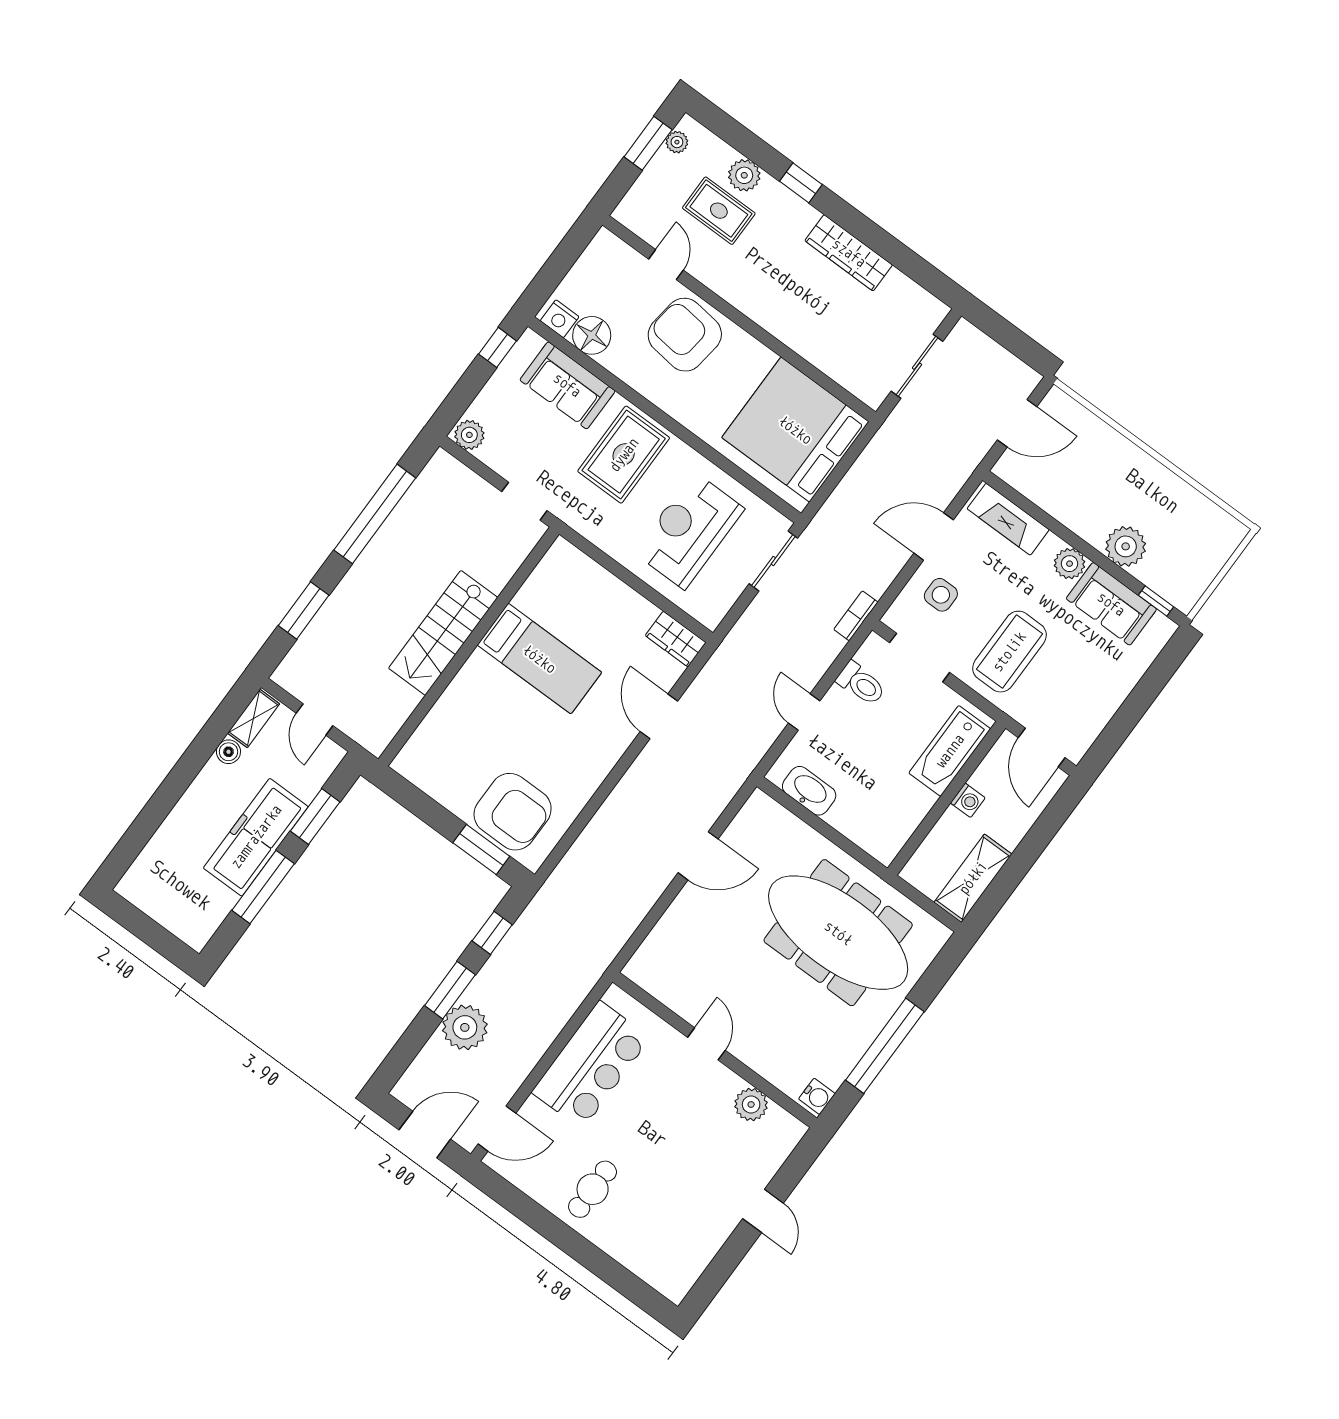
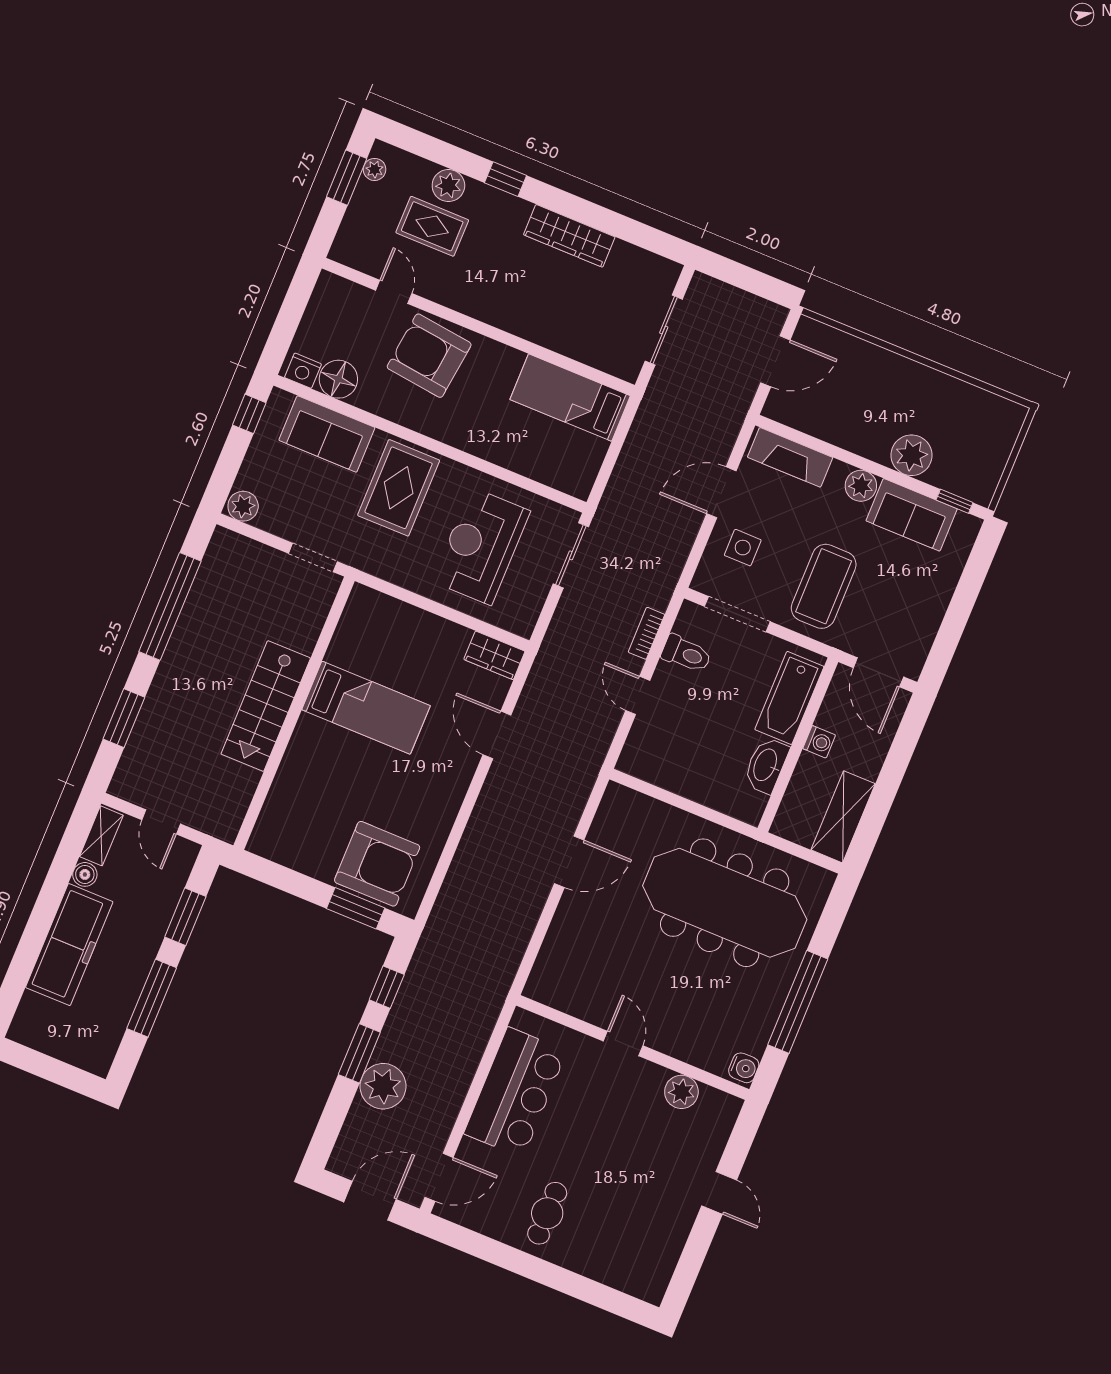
bed: (795, 430) -> (570, 398), width x0.49
bookcase: (856, 616) -> (646, 633), moved
washbasin: (809, 791) -> (766, 765), moved, turned -90
freezer: (256, 837) -> (69, 945), moved, turned 180

